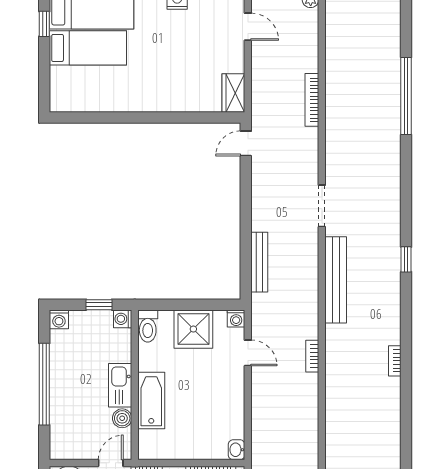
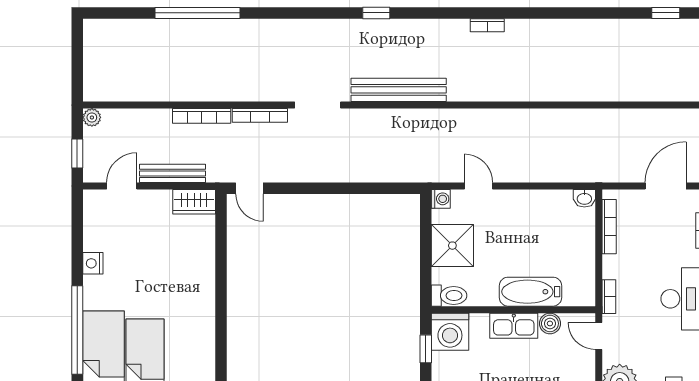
bench: (259, 262) -> (173, 173), moved
washing machine: (123, 319) -> (450, 332), width x1.89, depth x1.89
door: (248, 353) -> (478, 186), hinge flipped
bookcase: (312, 356) -> (260, 115), moved, width x1.56

